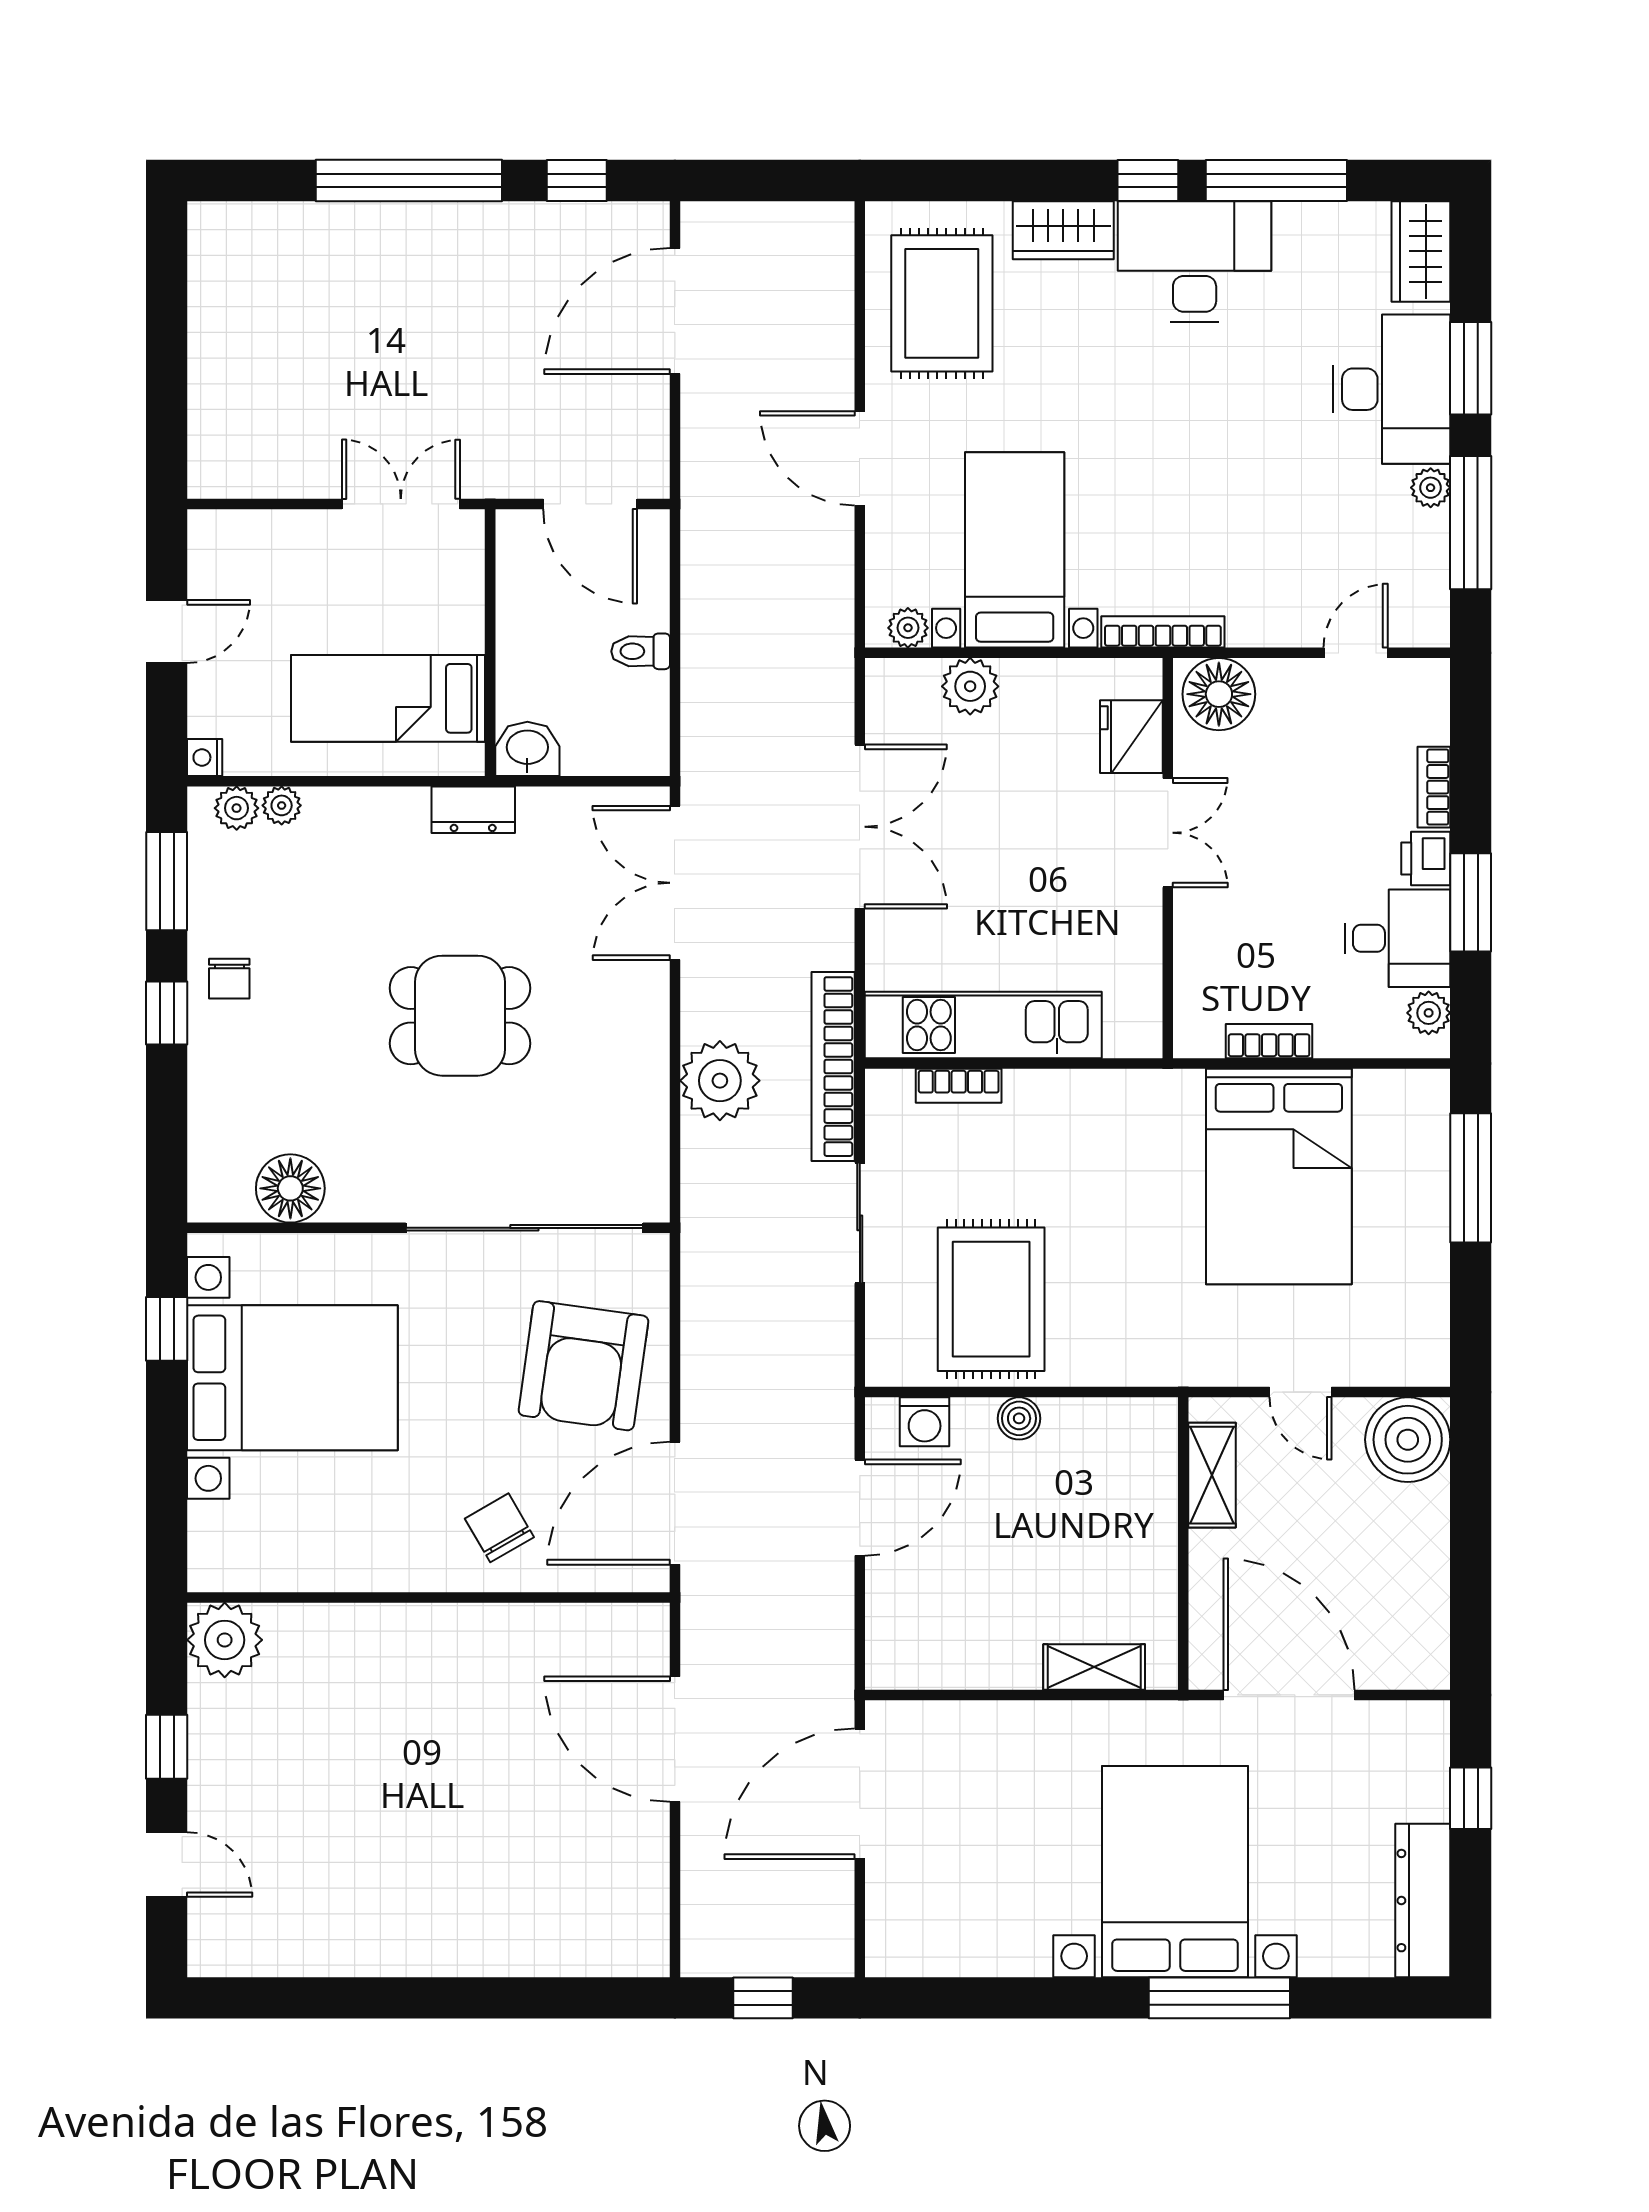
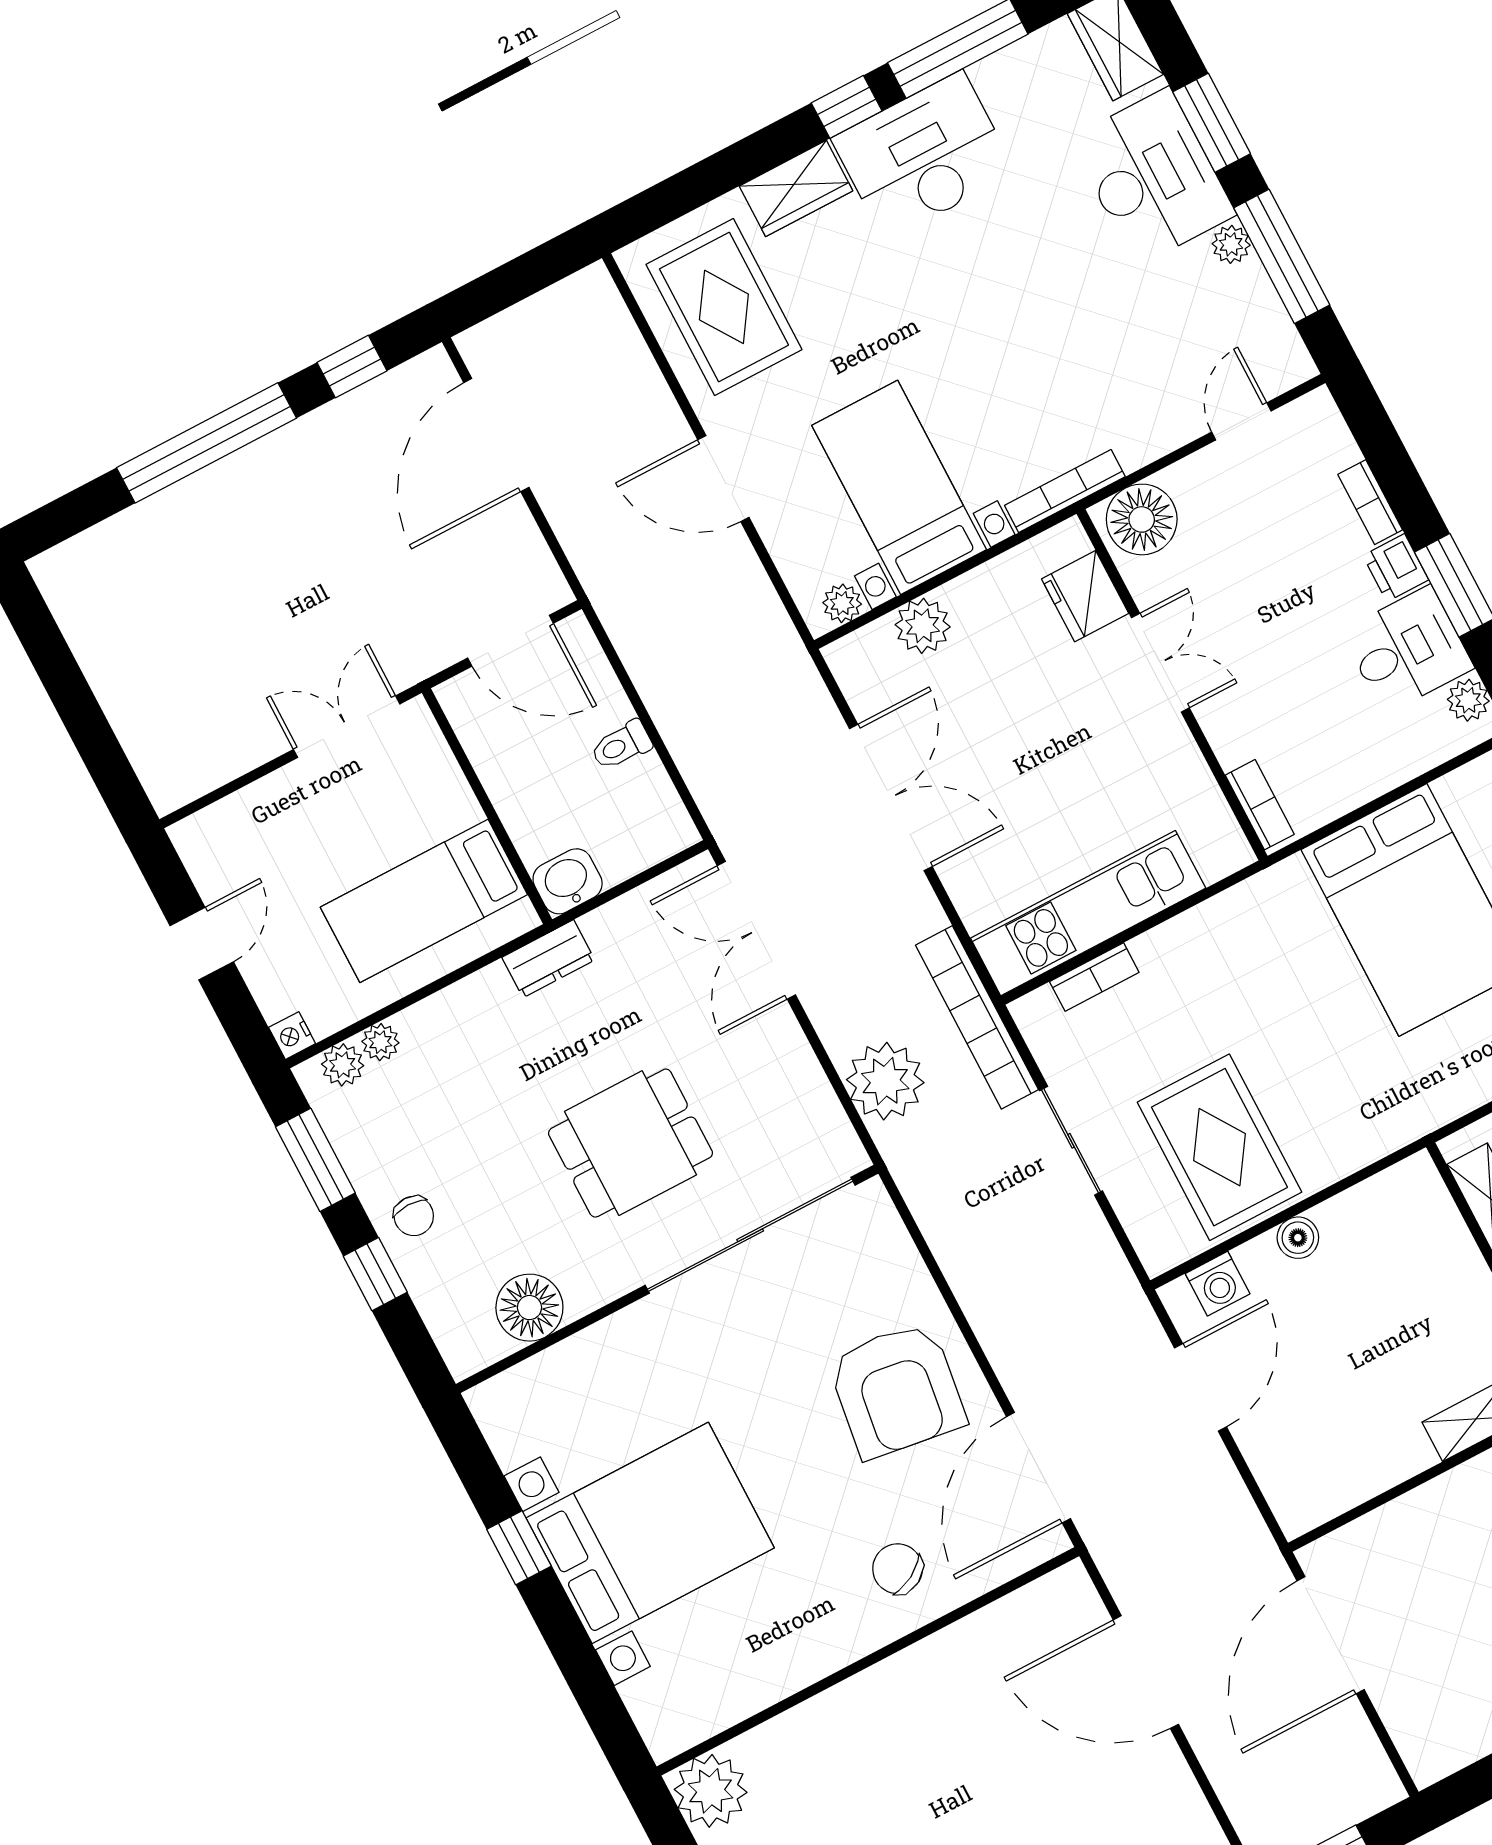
bookcase: (1269, 1041) -> (1260, 805), moved, turned 90
floor lamp: (290, 1188) -> (529, 1308), moved
wall: (429, 1228) -> (667, 1279), moved
sliding door: (524, 1228) -> (750, 1235), moved

